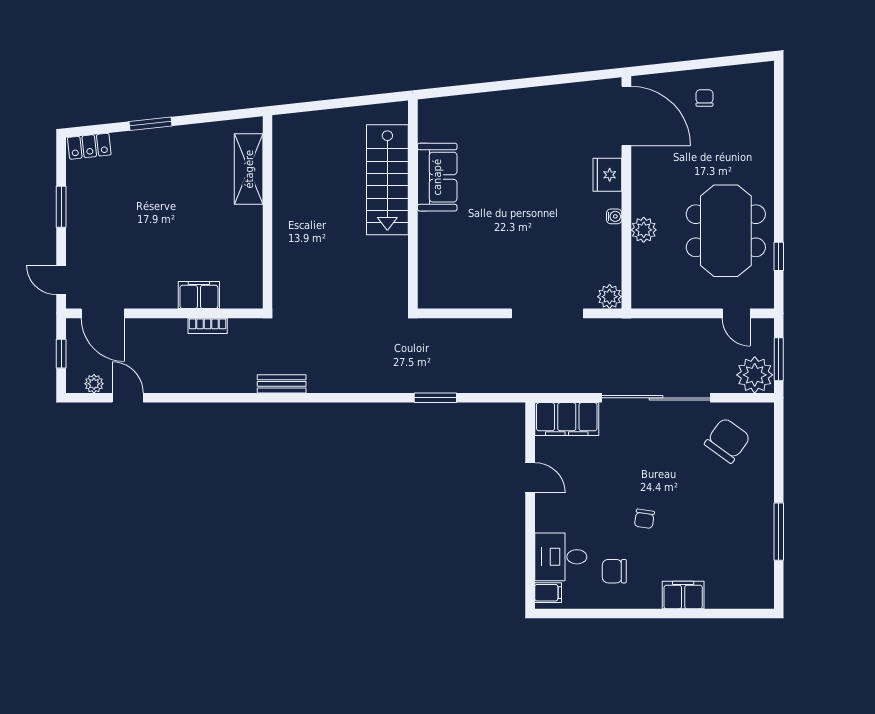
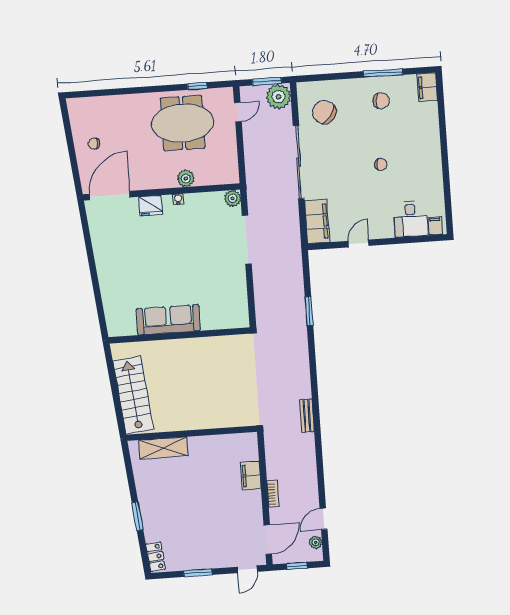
sofa: (437, 177) -> (168, 320), width x1.36
stairs: (387, 180) -> (133, 395), moved, turned -96
bookcase: (208, 326) -> (273, 494), moved
chair: (614, 571) -> (381, 101), moved, turned -85
filing cabinet: (683, 595) -> (427, 87), moved

